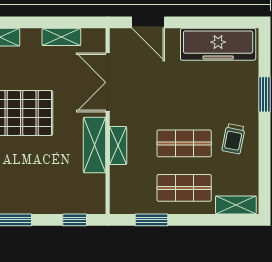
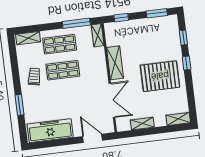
shelving: (118, 146) -> (98, 35), moved
window: (152, 220) -> (76, 23), width x1.44

